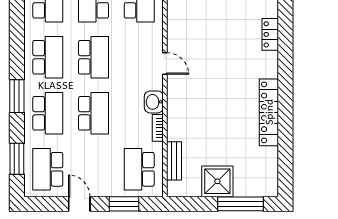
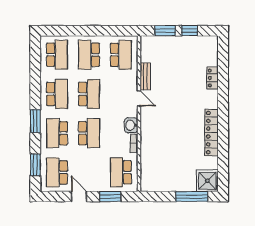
school desk: (48, 113) -> (57, 133), turned 180
bench: (174, 161) -> (145, 76), moved
shower: (217, 181) -> (207, 181), moved

